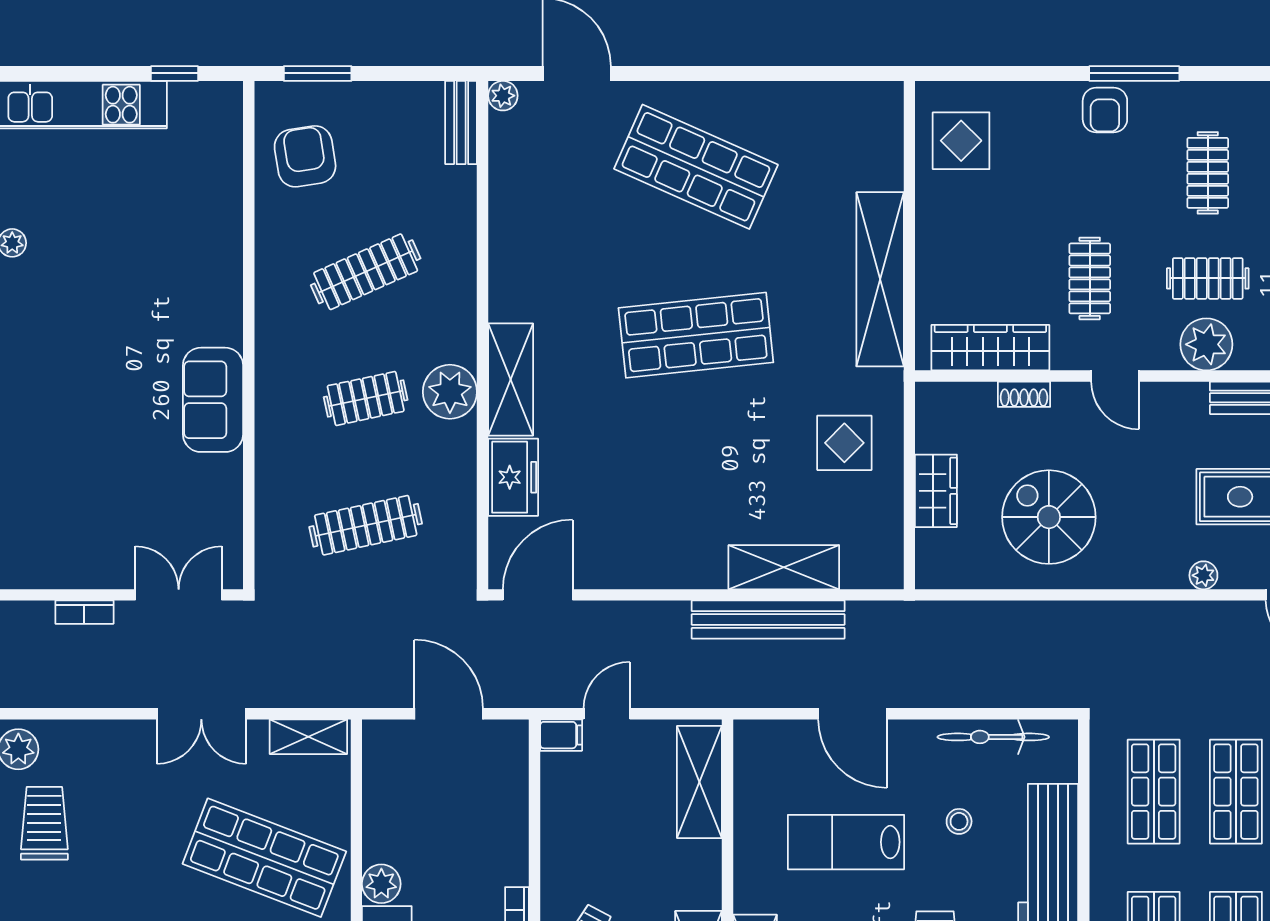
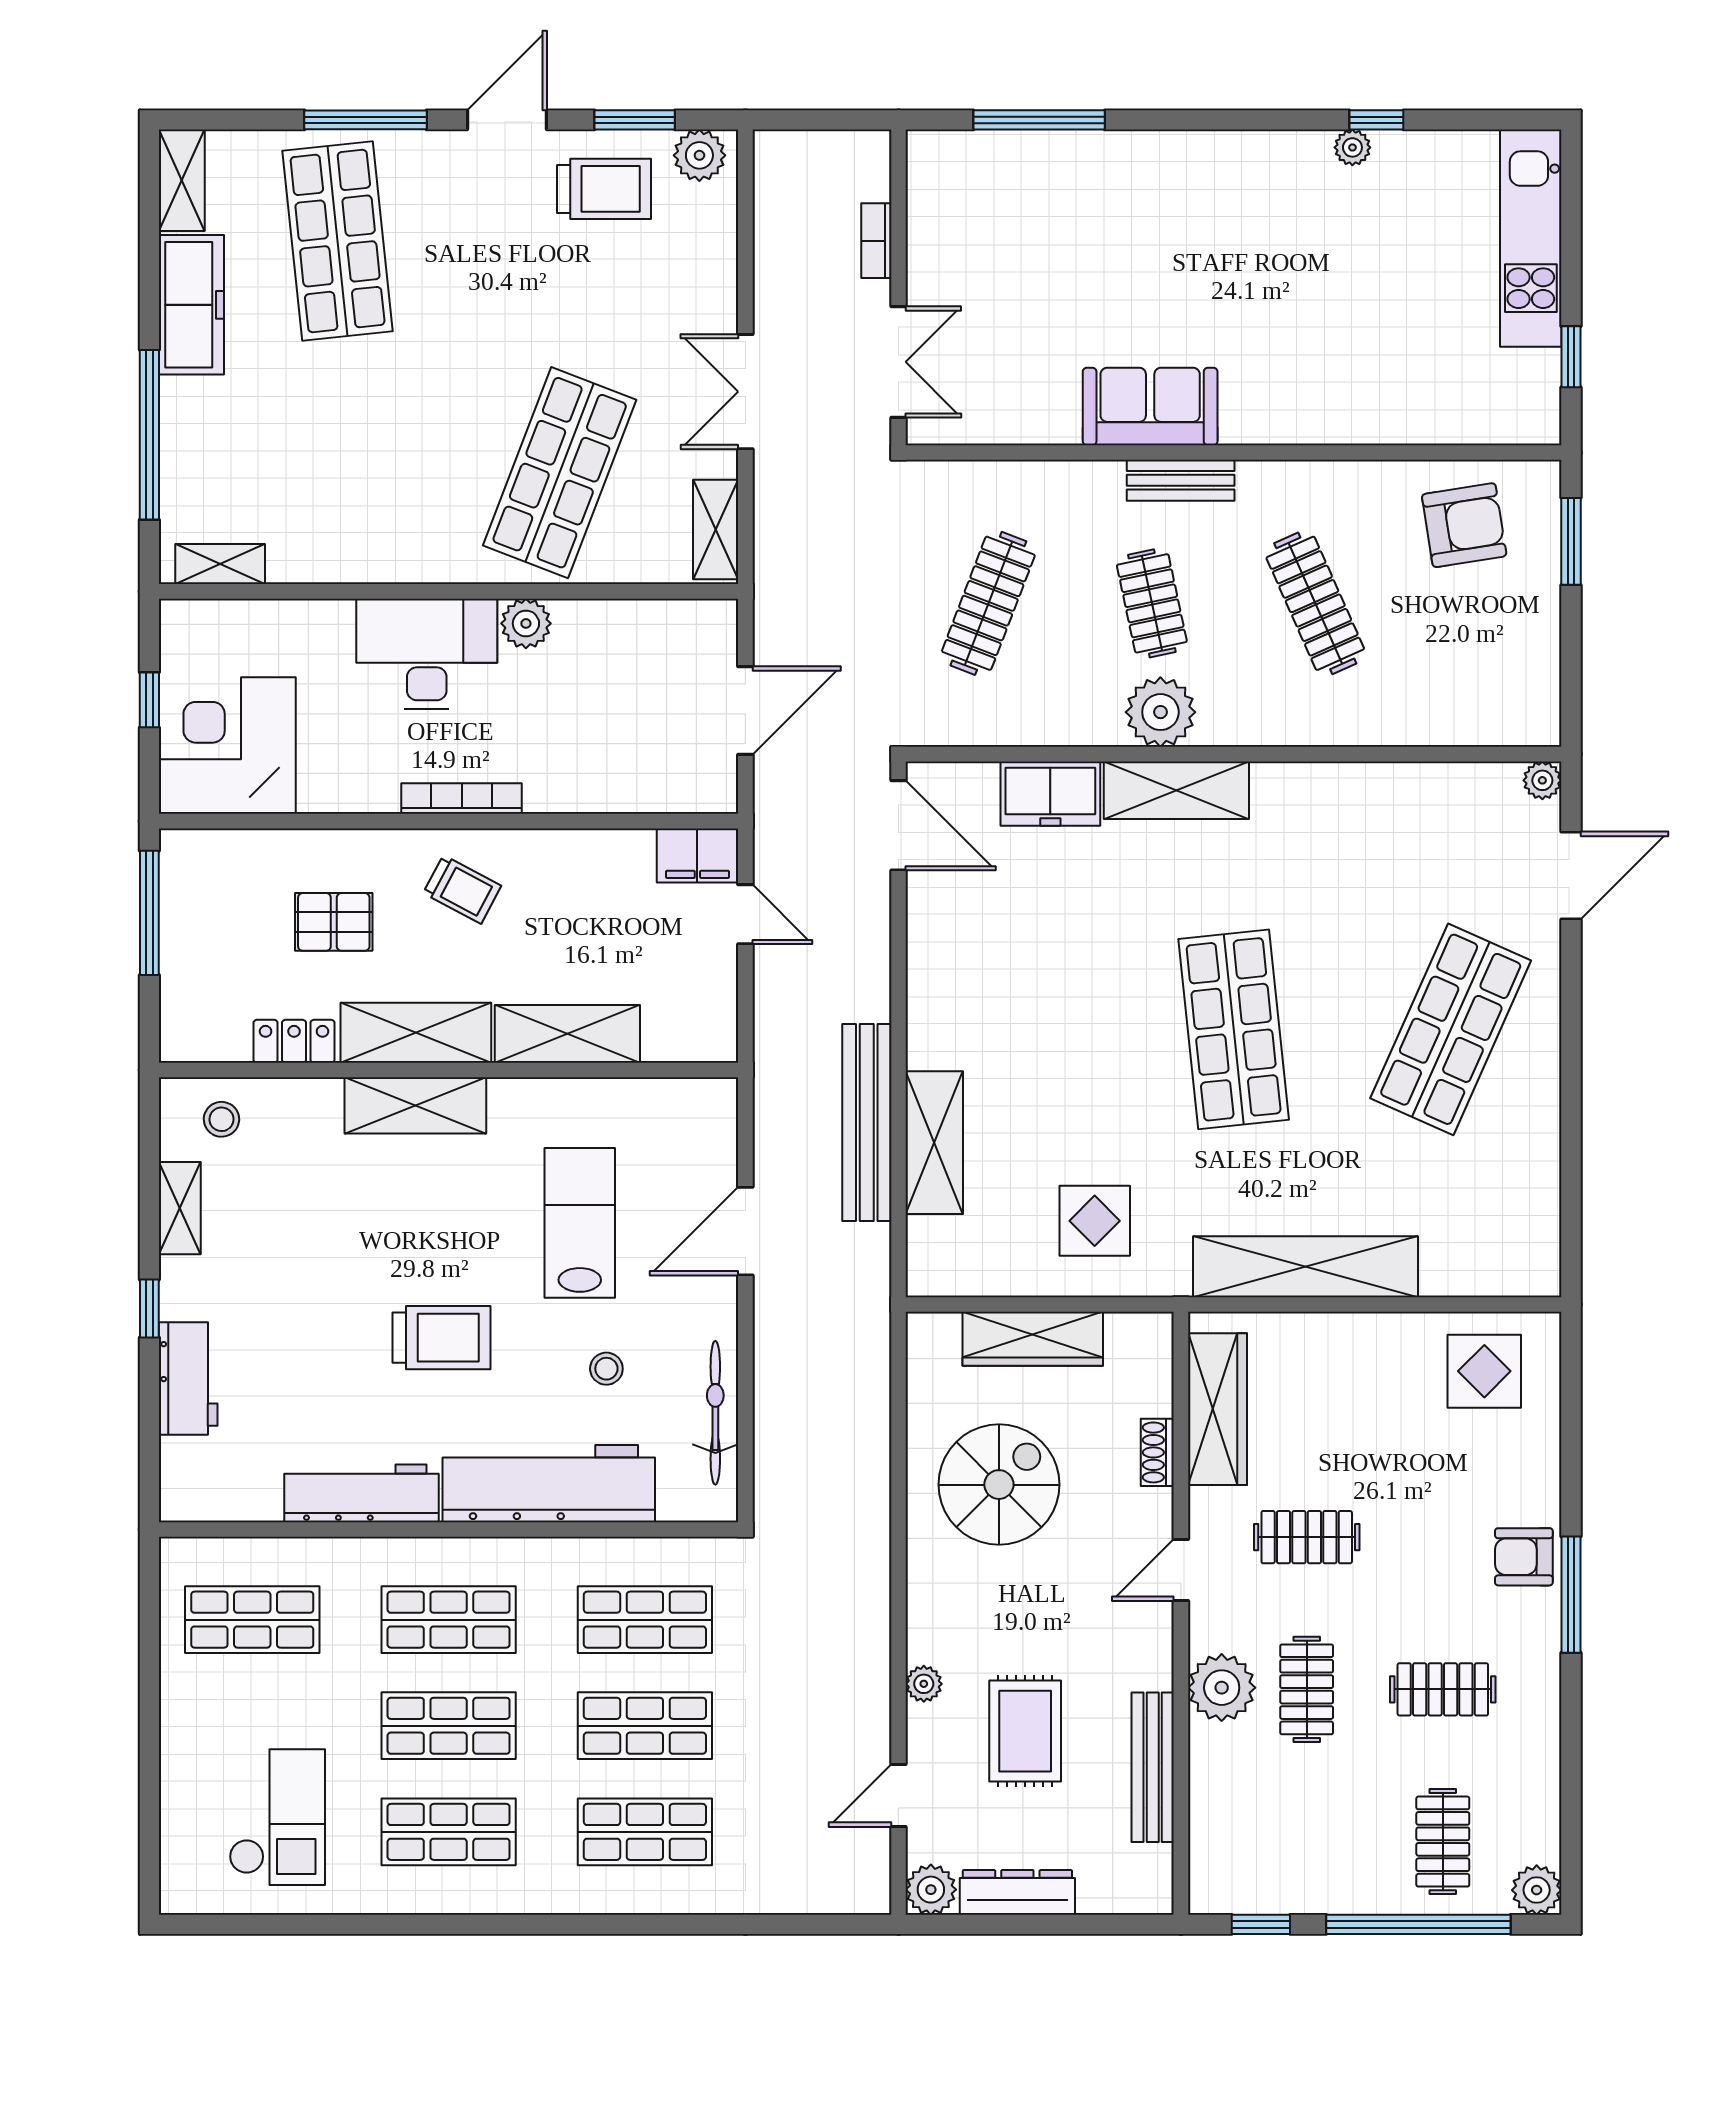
bench: (461, 123) -> (1181, 480), moved
wardrobe: (936, 491) -> (1033, 1339), width x1.50
clothes rail: (366, 525) -> (988, 603), turned 33
filing cabinet: (561, 735) -> (697, 855), width x2.00
shelving: (699, 782) -> (567, 1034), moved

